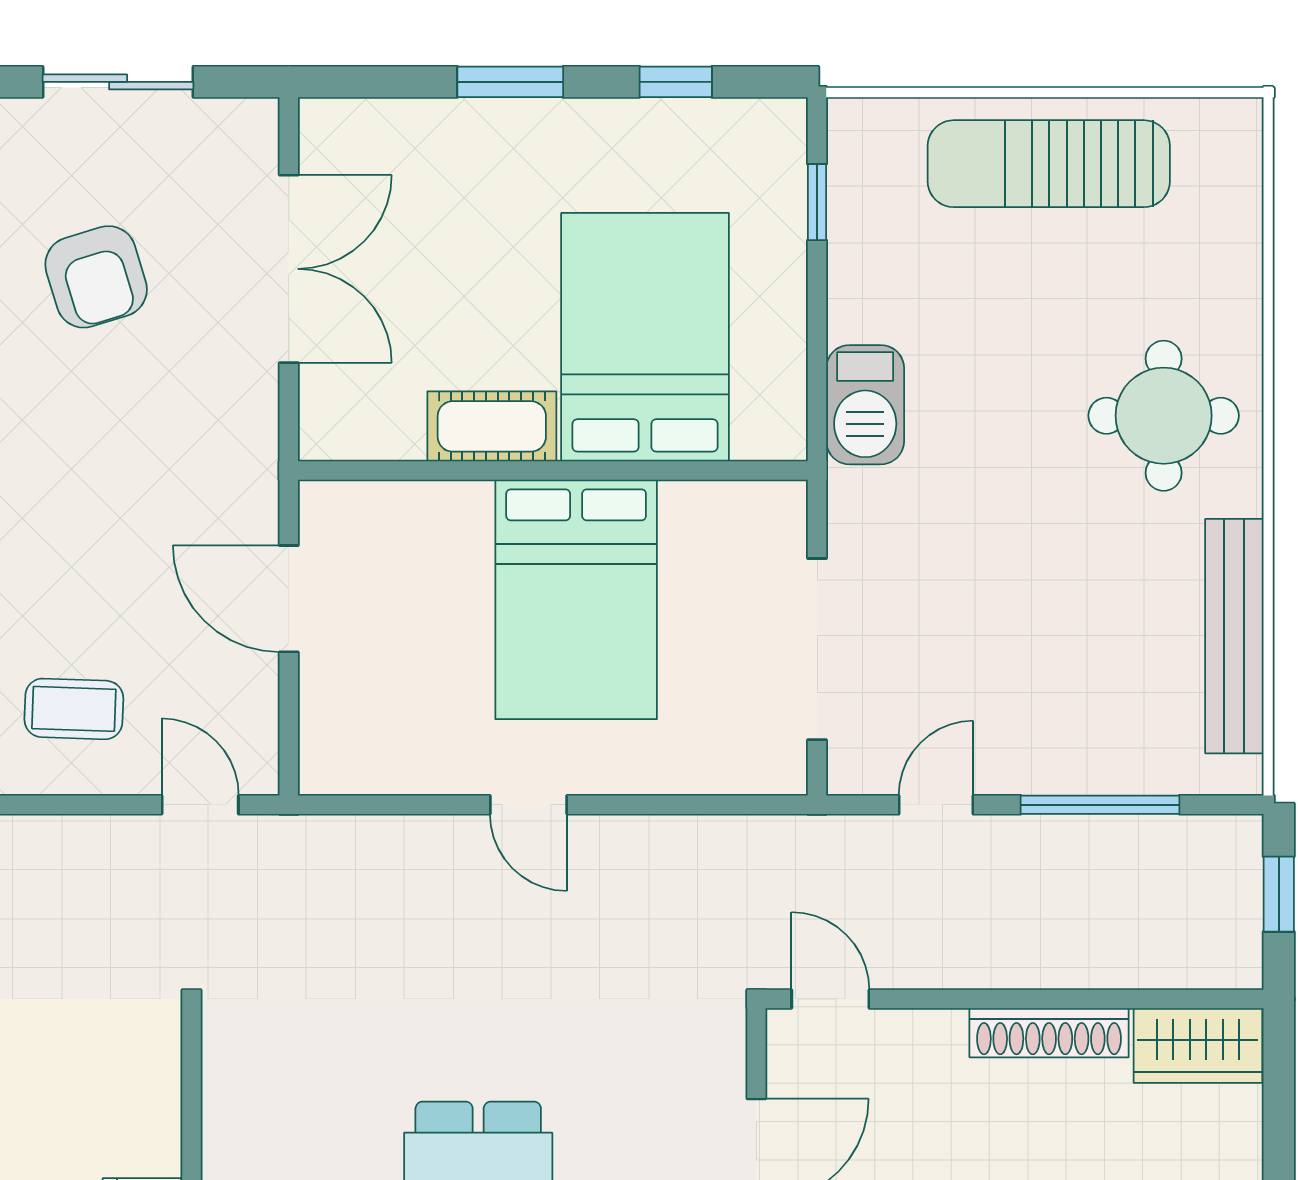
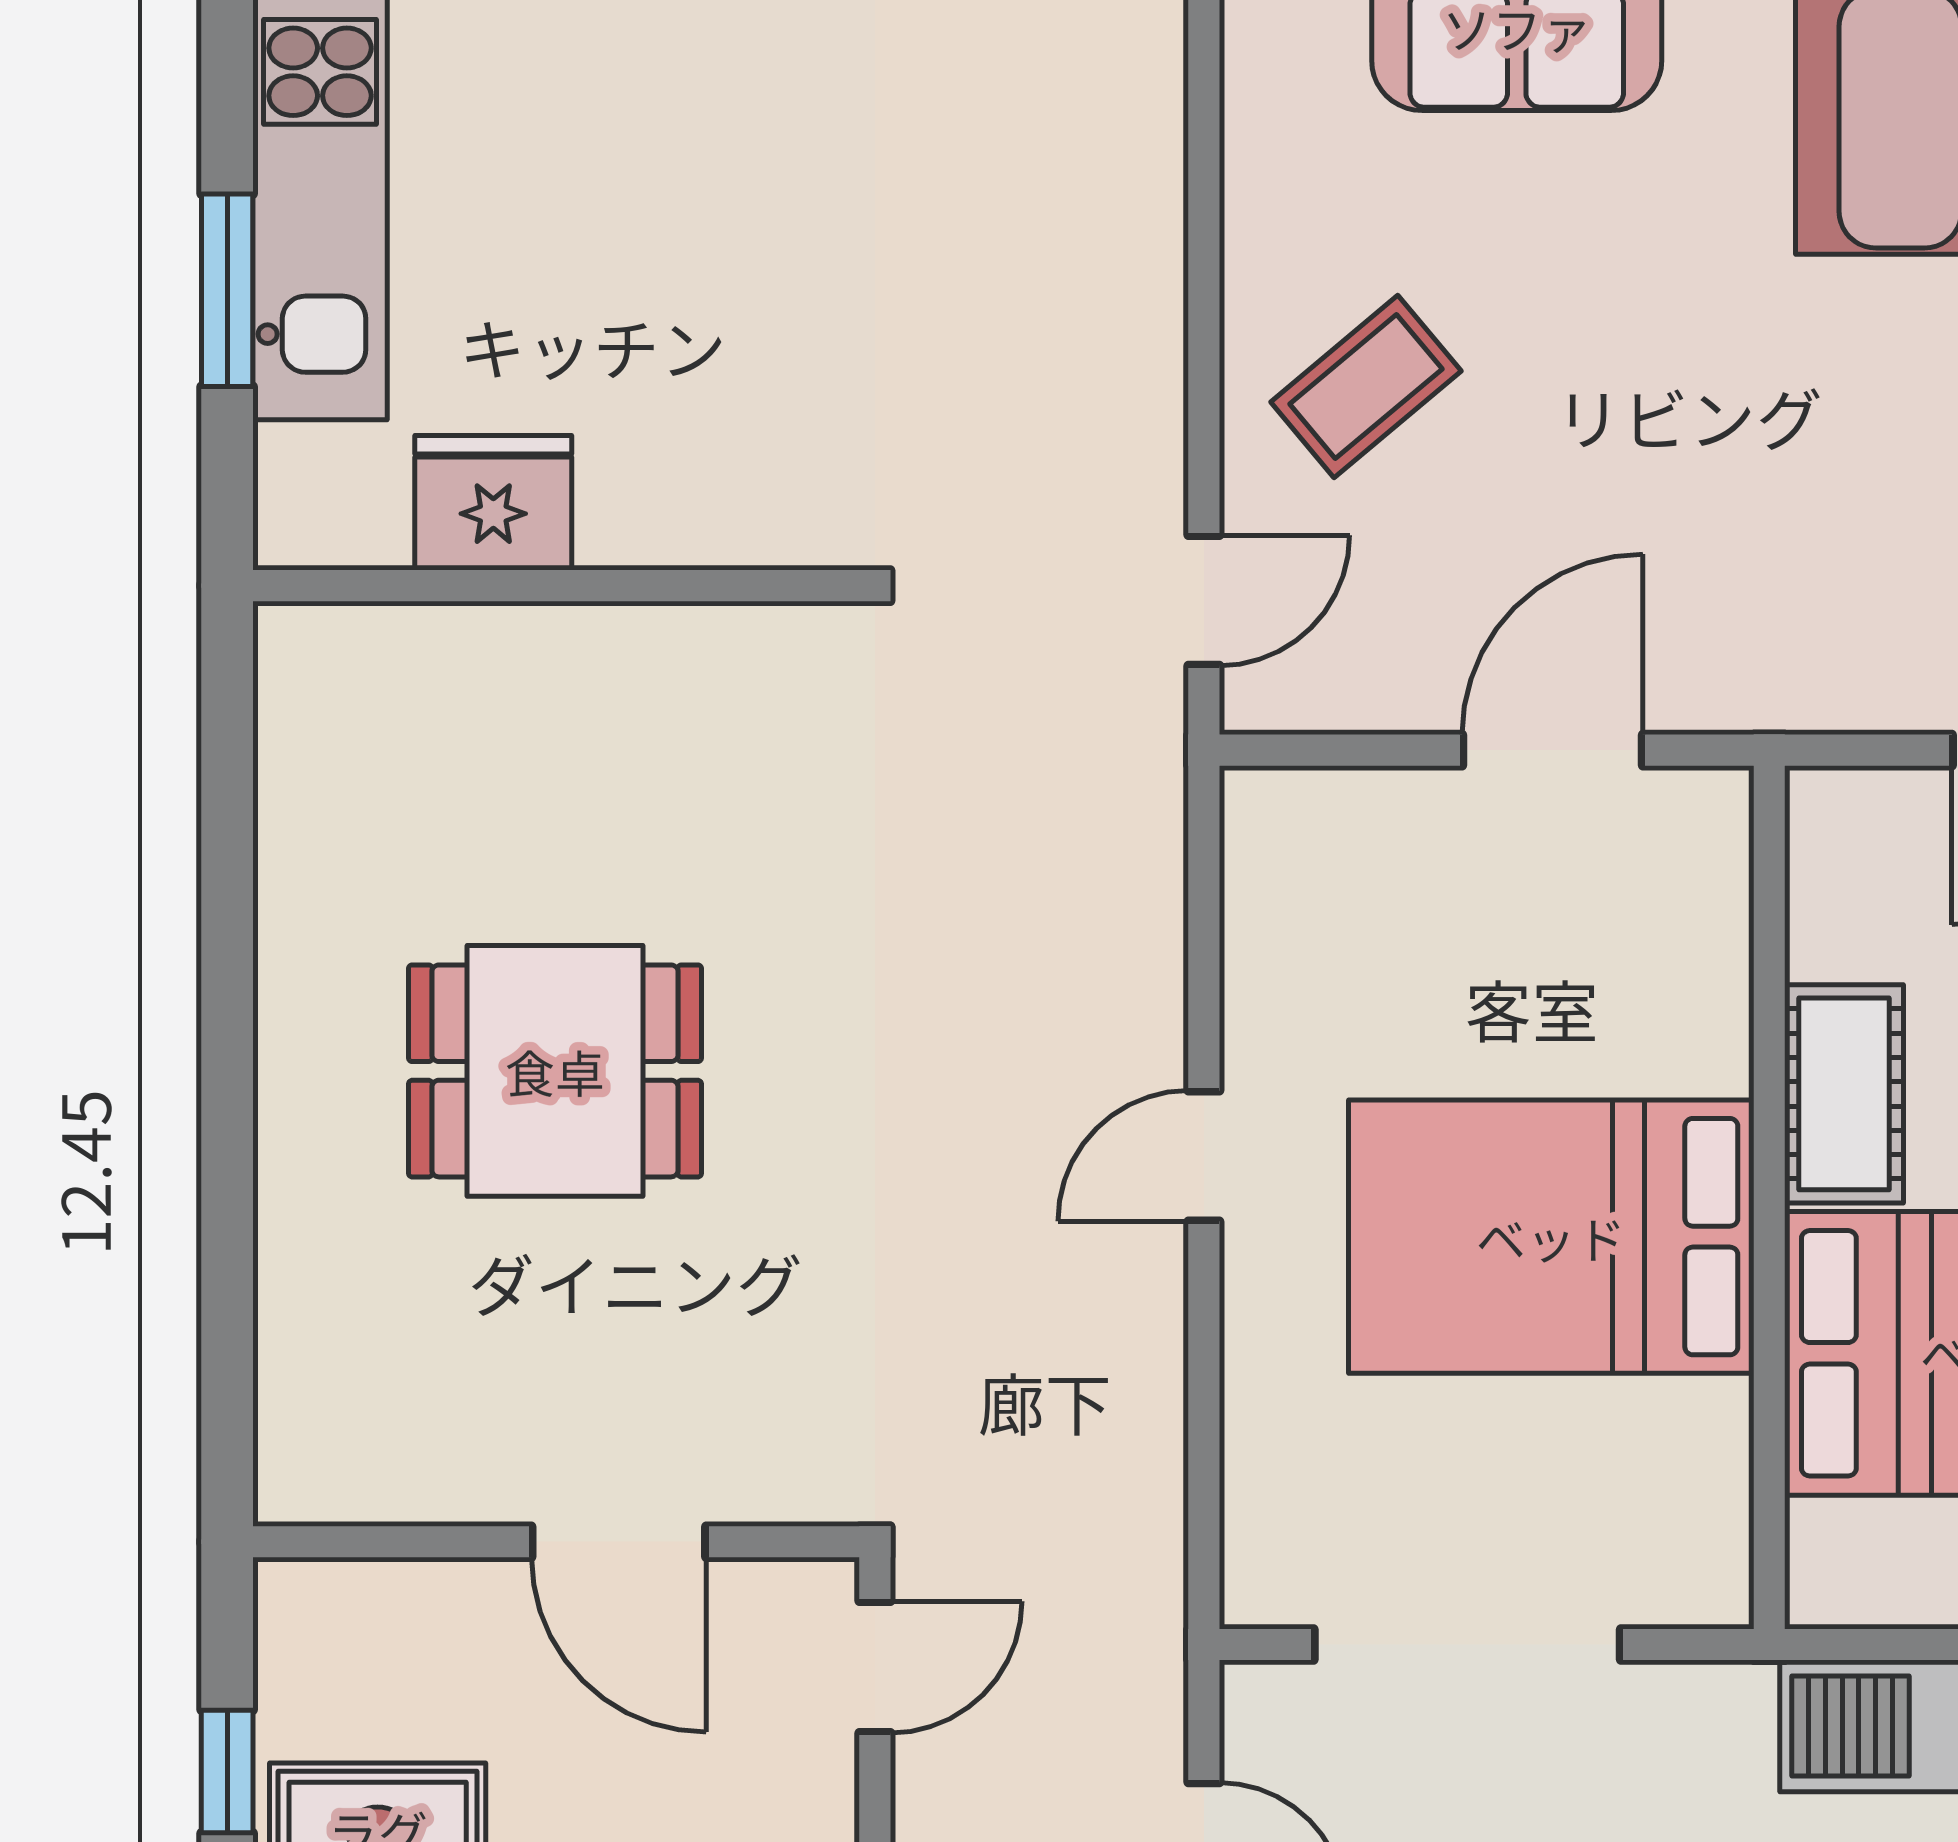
coffee table: (74, 709) -> (1366, 387), turned 48

